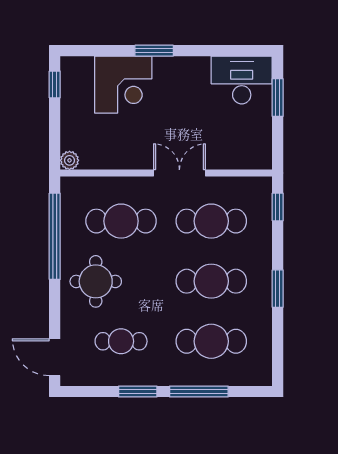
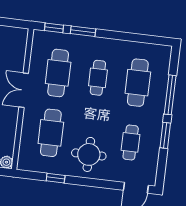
window: (55, 236) -> (56, 178), width x0.32
cafe table: (211, 281) -> (98, 78), width x0.73, depth x0.74
window: (278, 289) -> (83, 31), moved

